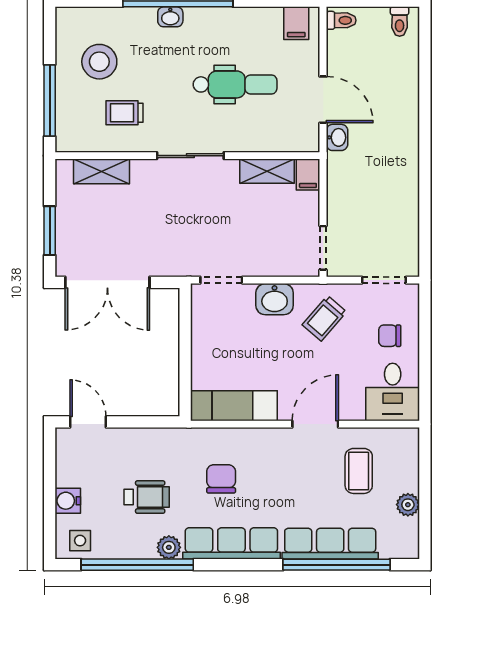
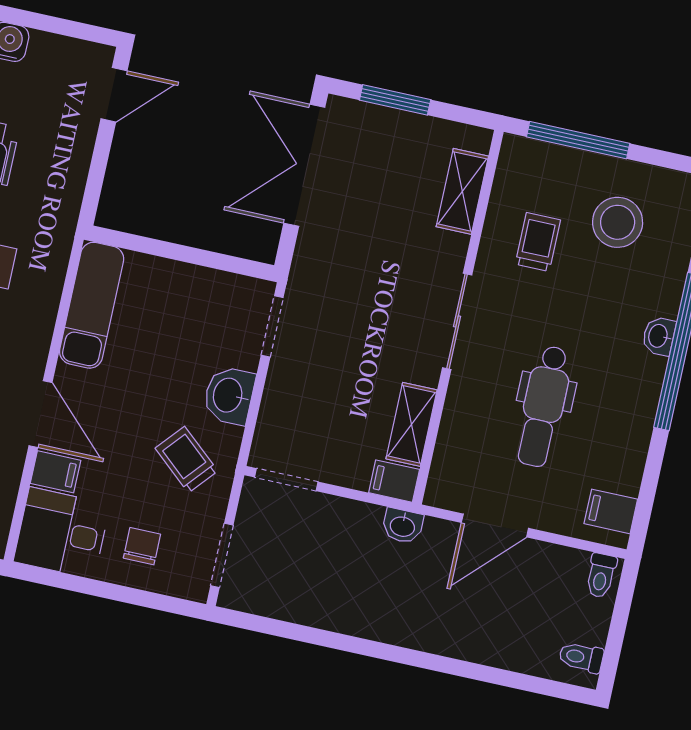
washbasin: (337, 137) -> (403, 526), moved
filing cabinet: (352, 405) -> (55, 472), added

